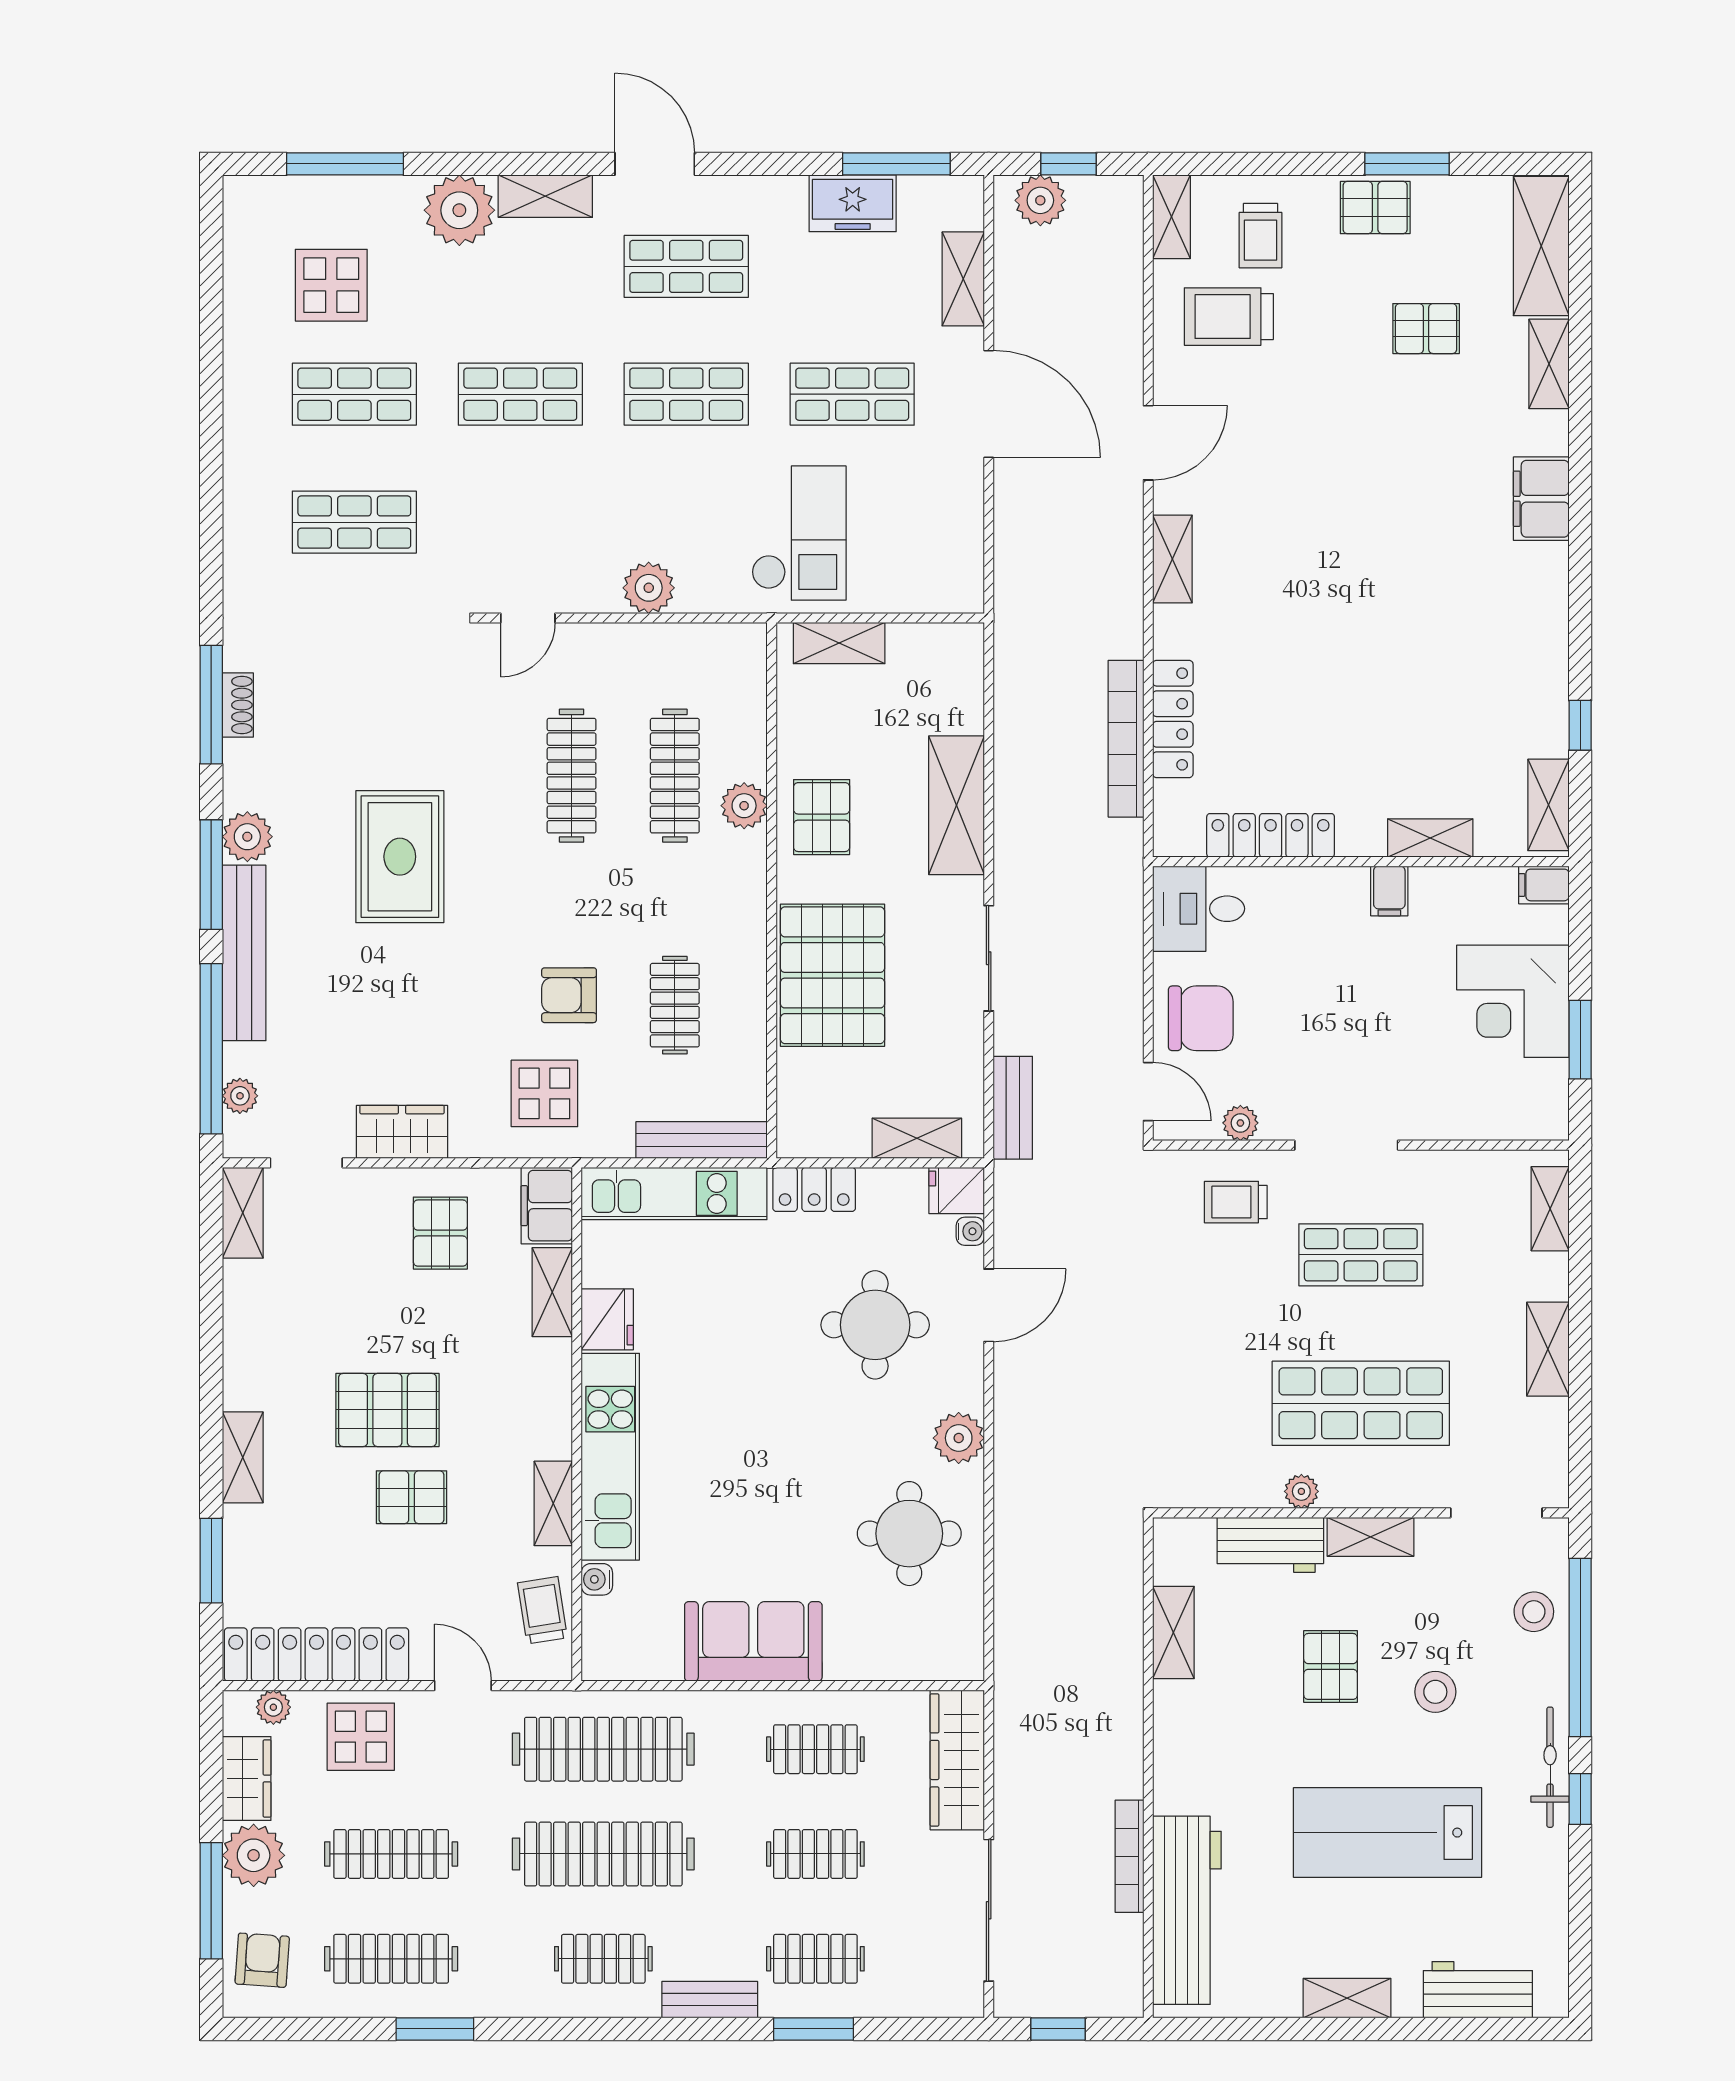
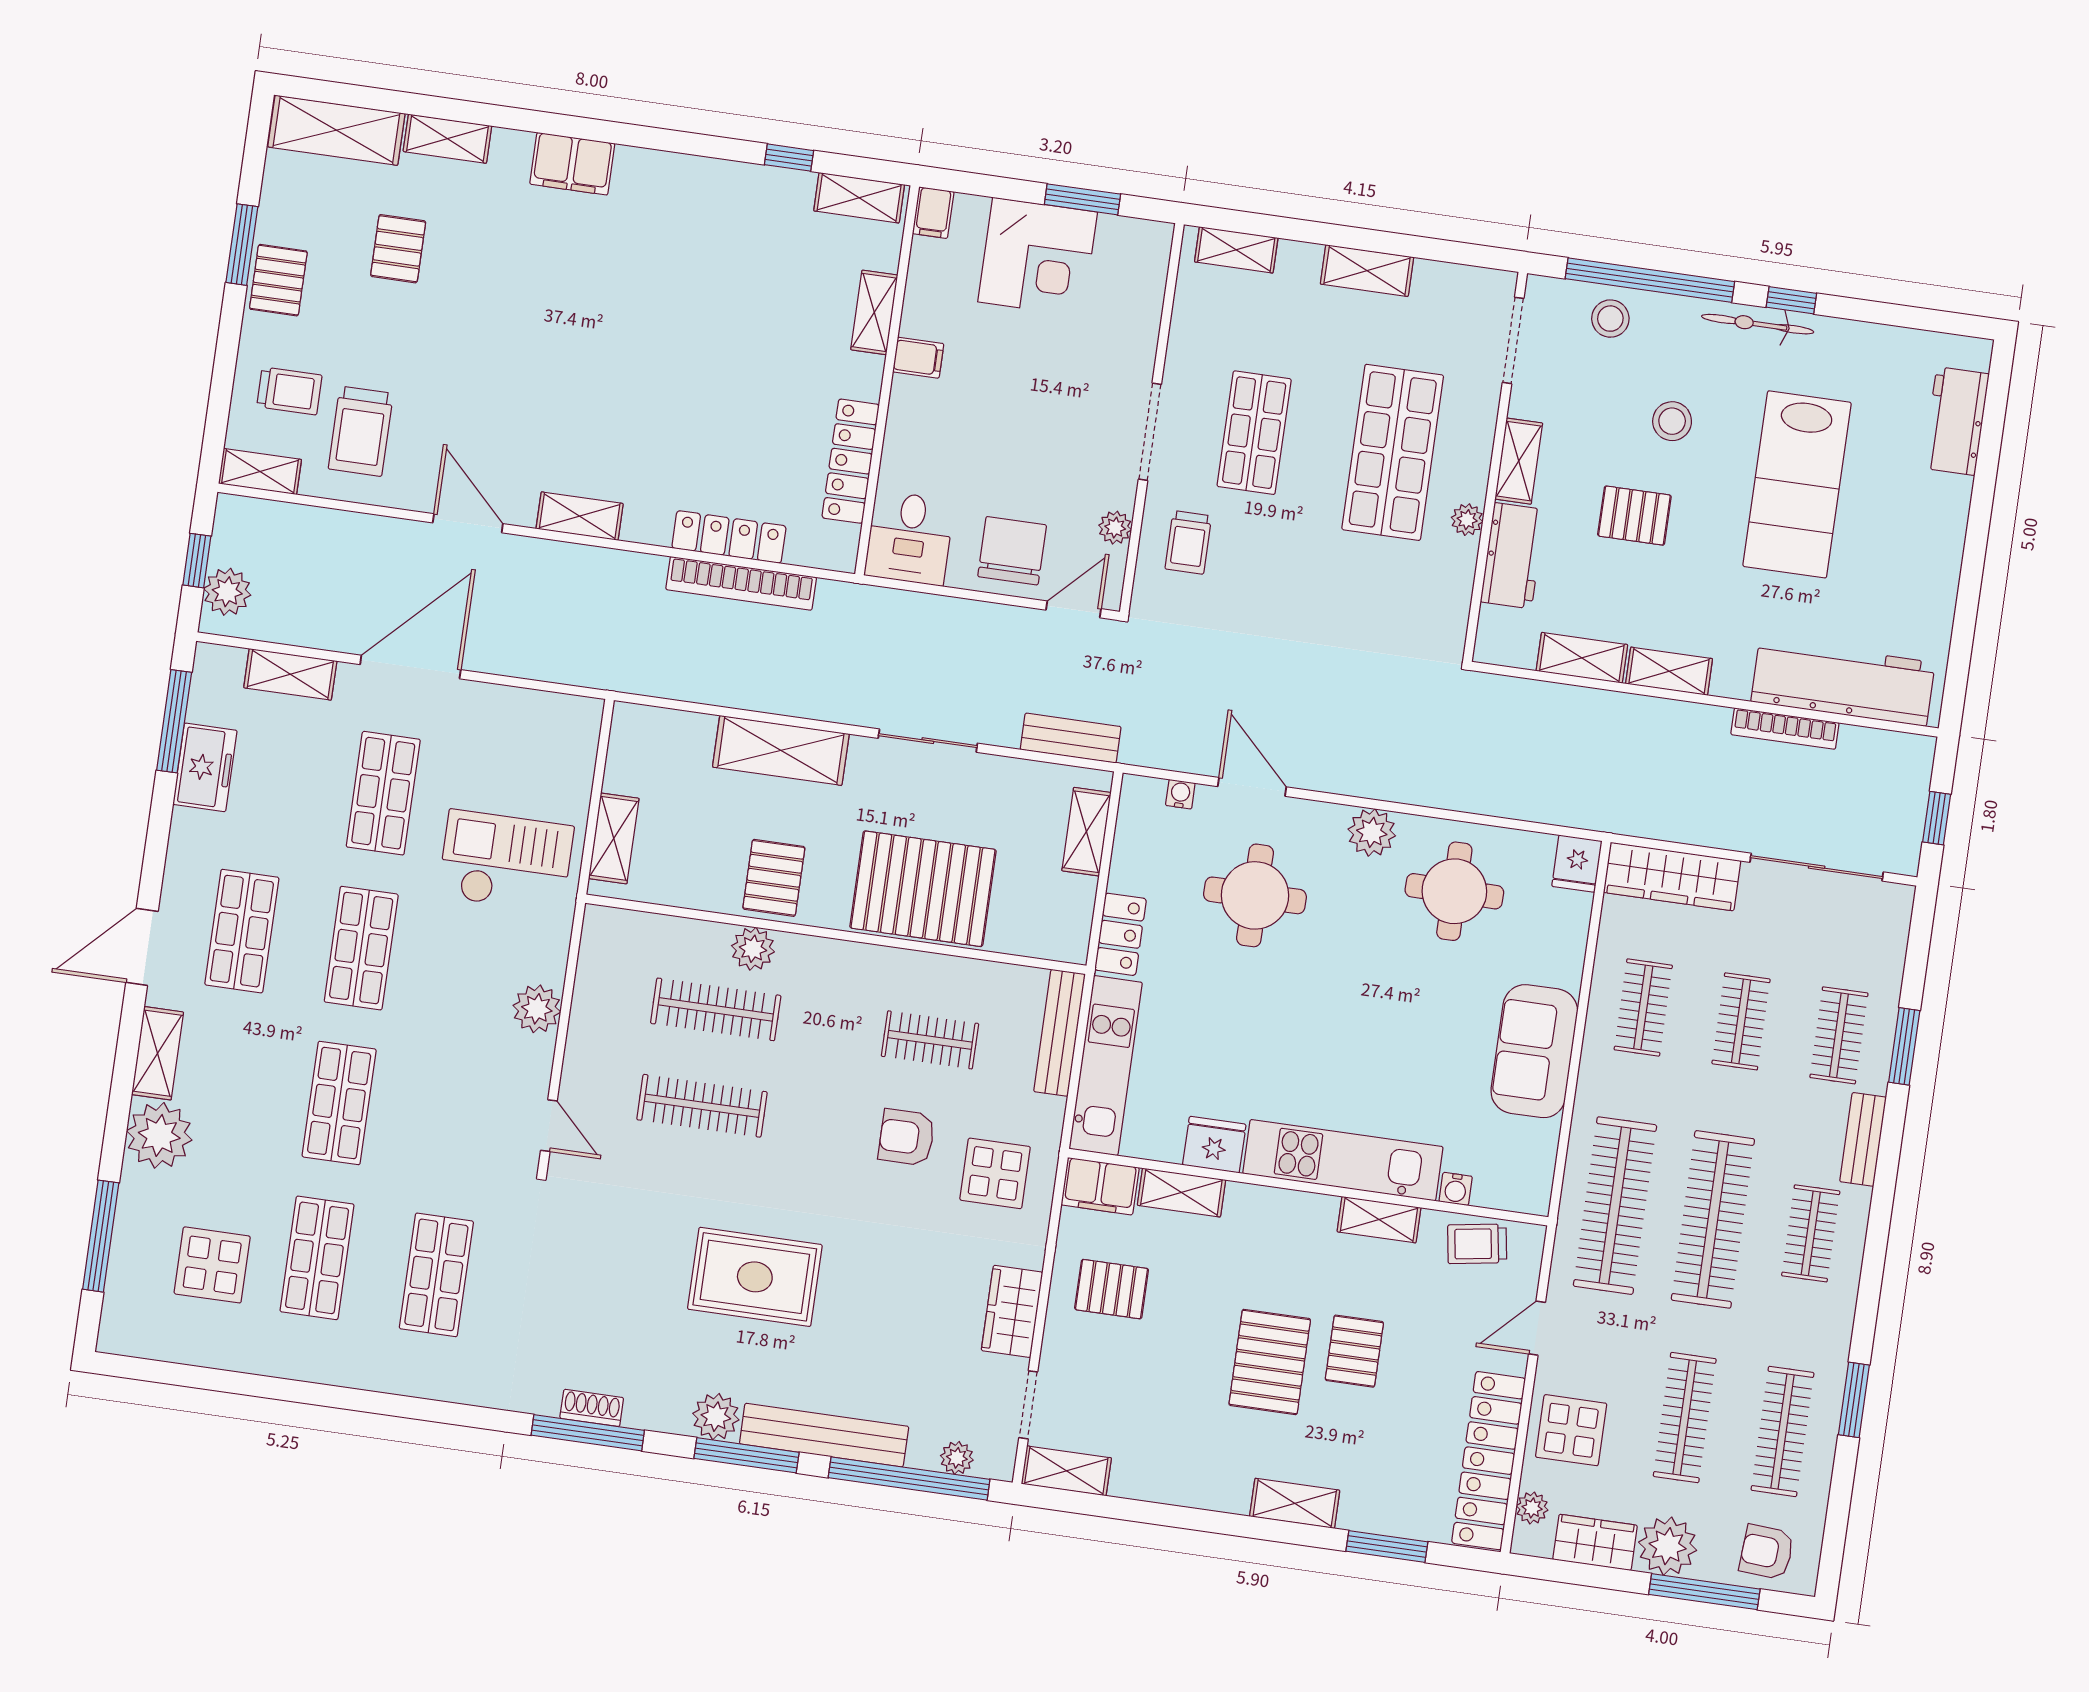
pallet: (822, 817) -> (774, 878), turned 90
armchair: (569, 995) -> (907, 1137), turned 90
fridge: (957, 1190) -> (1577, 864), moved
shelving: (1347, 1998) -> (1669, 671), moved, turned 90

